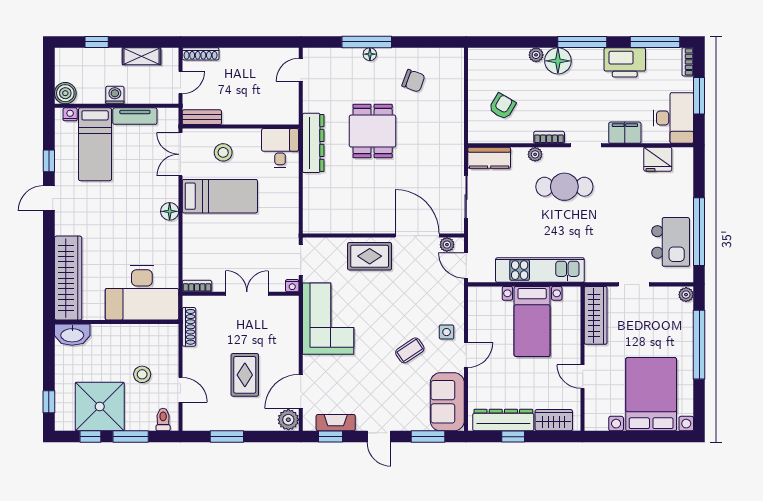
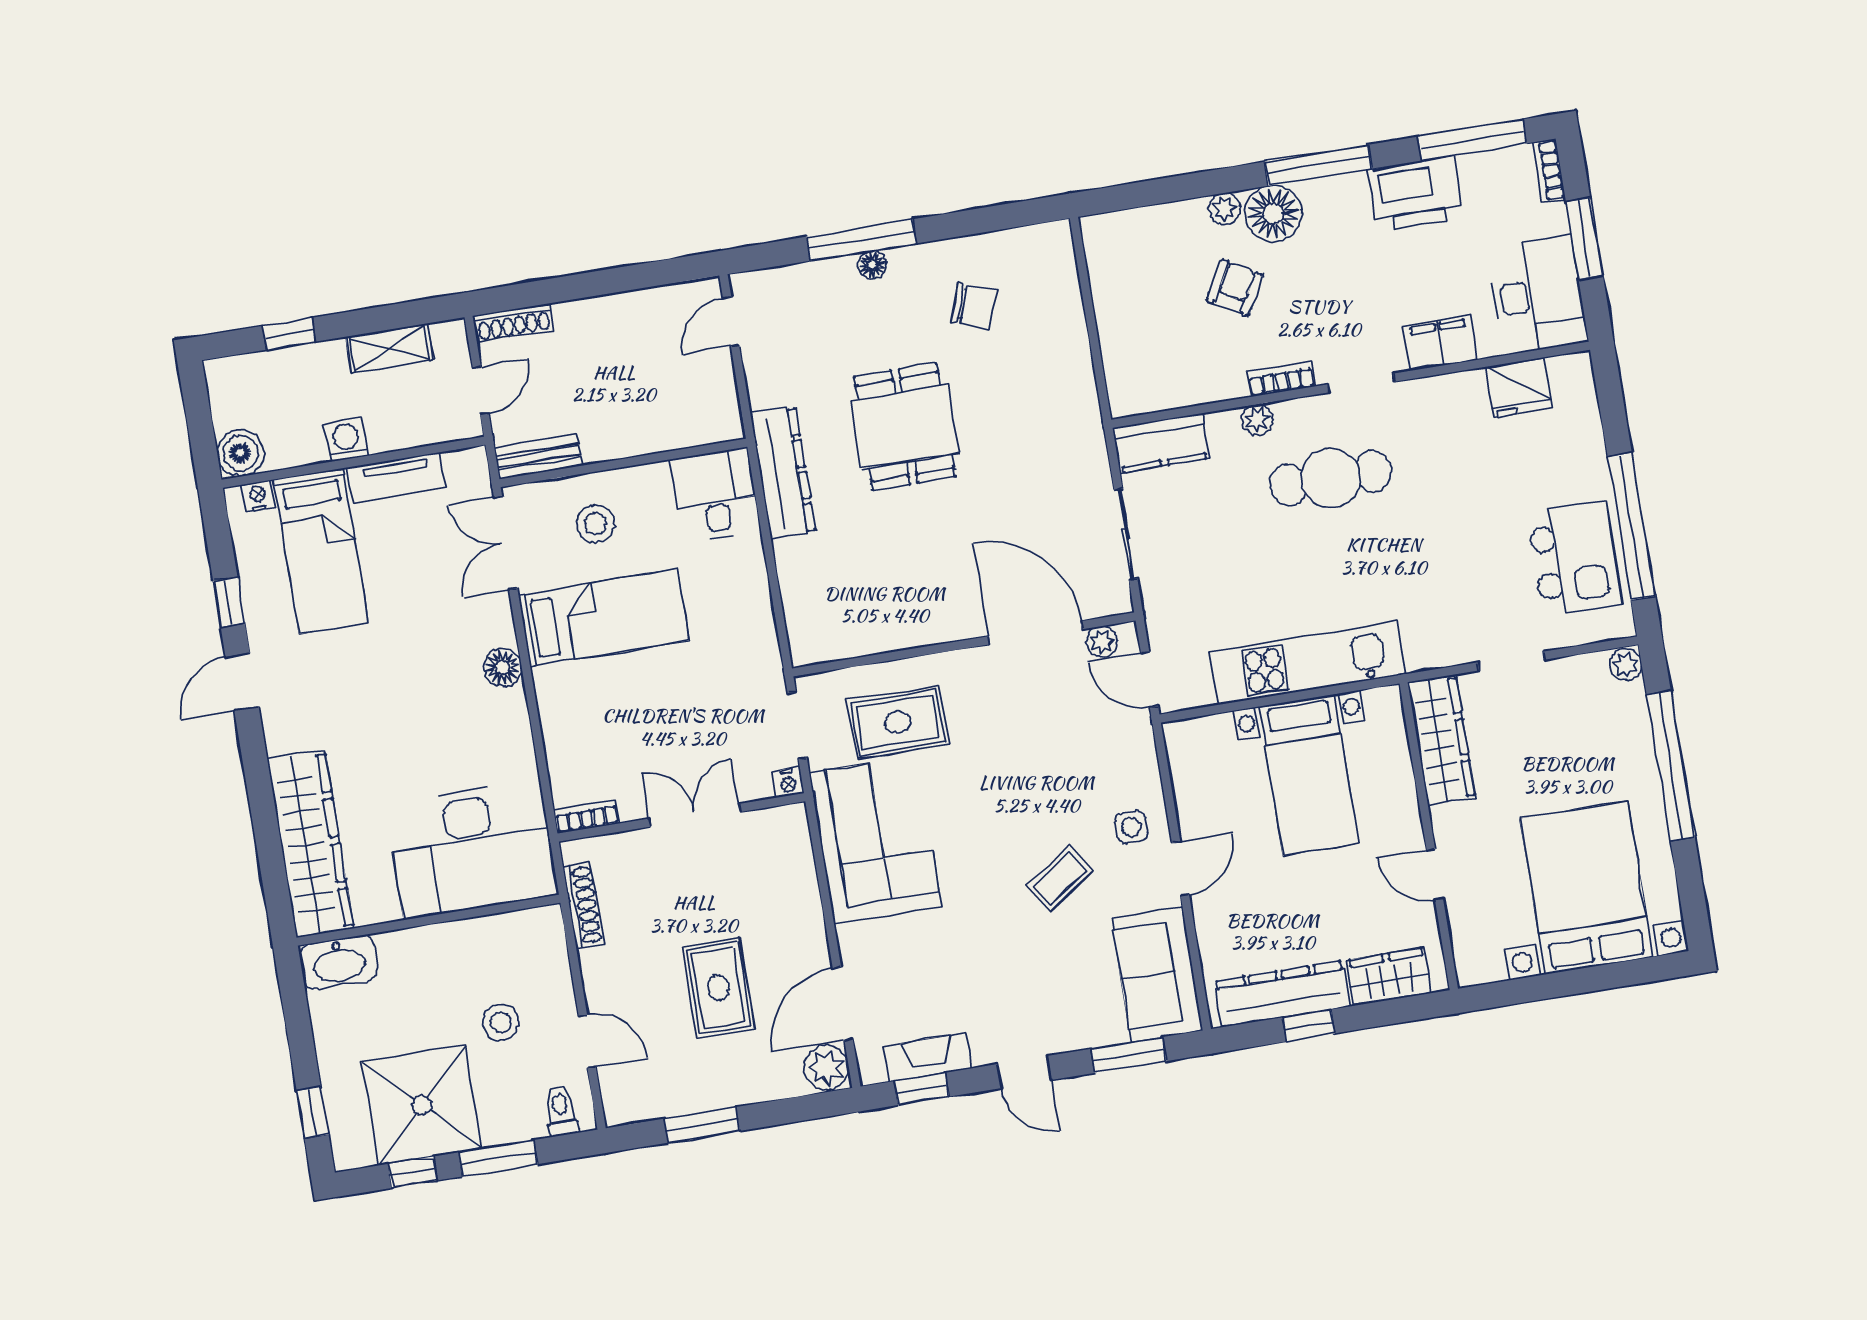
armchair: (502, 106) -> (1235, 288), moved
rug: (370, 256) -> (898, 722), moved

